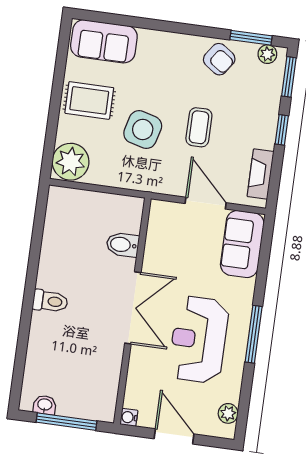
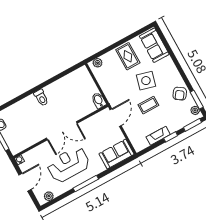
side table: (143, 130) -> (146, 81), moved
plant: (71, 162) -> (98, 63), width x0.53, depth x0.53
fireplace: (260, 174) -> (158, 136), moved
door: (206, 203) -> (116, 118), moved
bidet: (123, 245) -> (99, 100), moved

